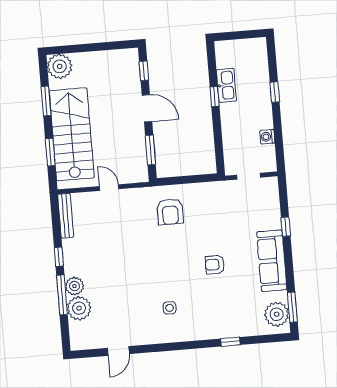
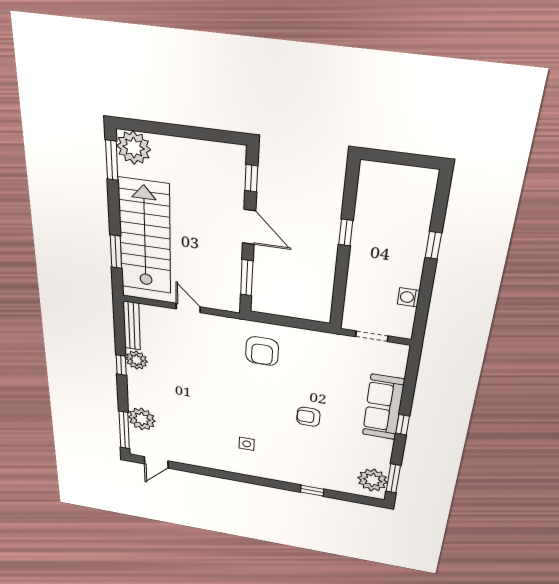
kitchen sink: (226, 85) -> (366, 222), removed
window: (46, 101) -> (112, 160), moved
window: (286, 227) -> (403, 425), moved
sofa: (272, 261) -> (383, 407), moved
plant: (74, 286) -> (137, 360), moved
window: (62, 295) -> (124, 430), moved
door: (118, 351) -> (156, 462), moved

